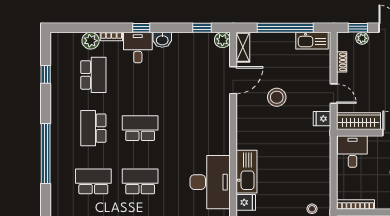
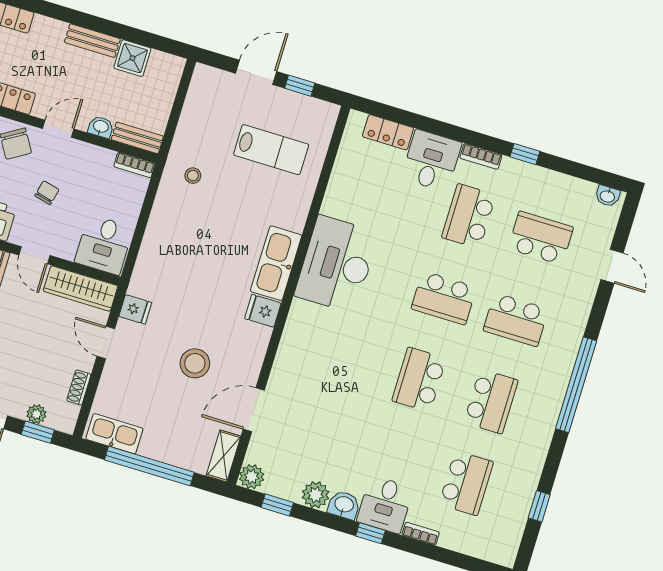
plant: (91, 41) -> (316, 495), moved
school desk: (93, 75) -> (466, 483), turned 180
school desk: (140, 128) -> (419, 380), turned 90
fridge: (246, 202) -> (263, 311), moved
bookcase: (356, 205) -> (134, 165), width x0.64

